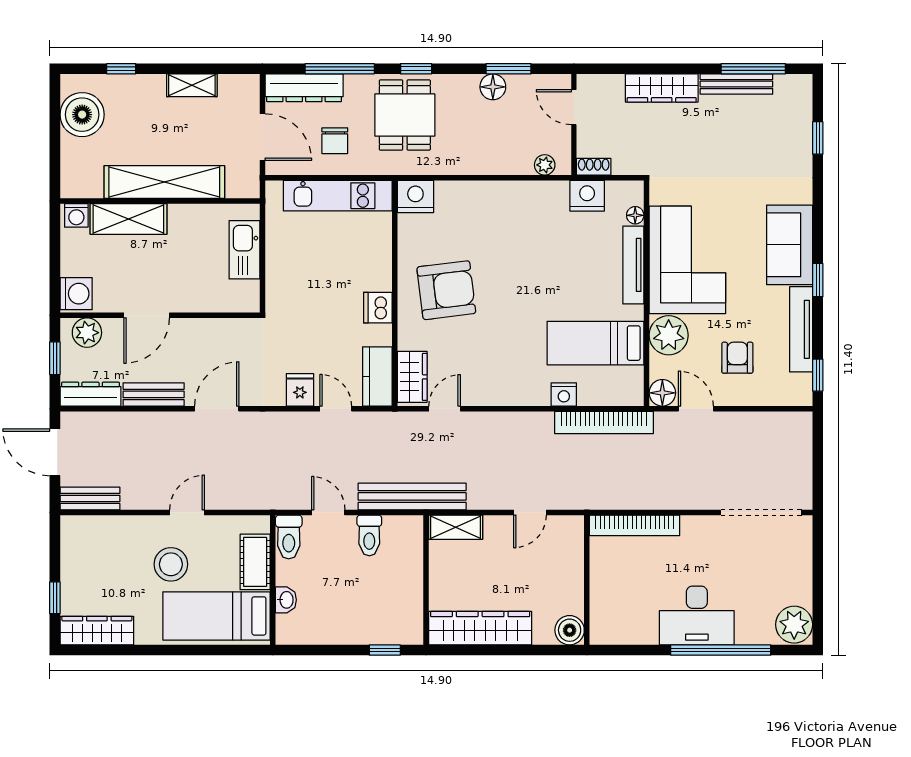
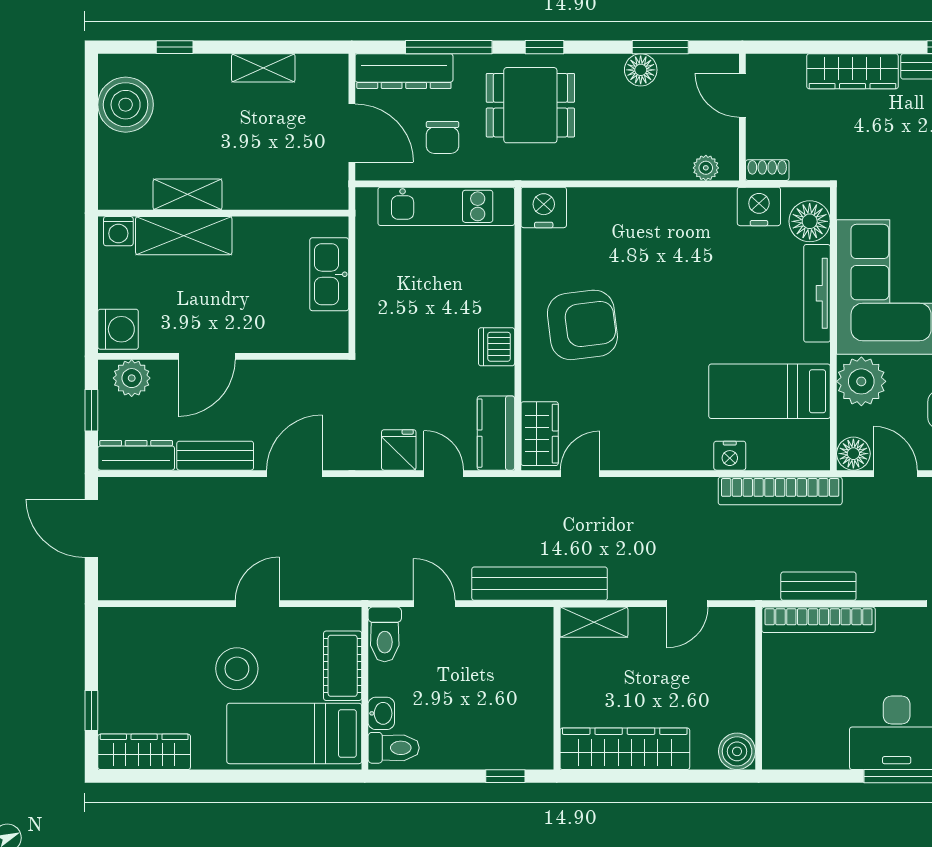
dining table: (405, 115) -> (530, 105), turned 90
shelving: (164, 182) -> (188, 194), width x0.45, depth x0.75
floor lamp: (635, 215) -> (810, 221), width x1.89, depth x1.89
bench: (90, 498) -> (818, 586), moved
toilet: (369, 535) -> (394, 748), moved, turned -90

